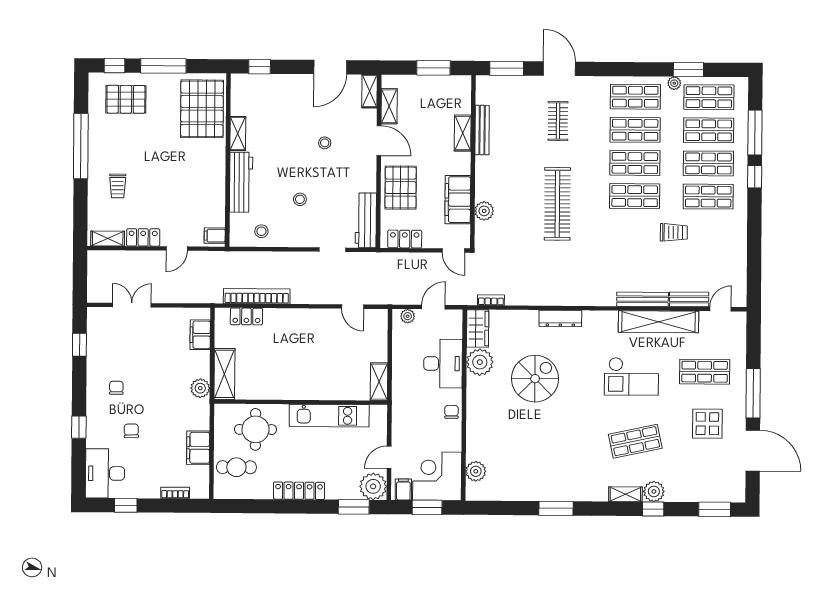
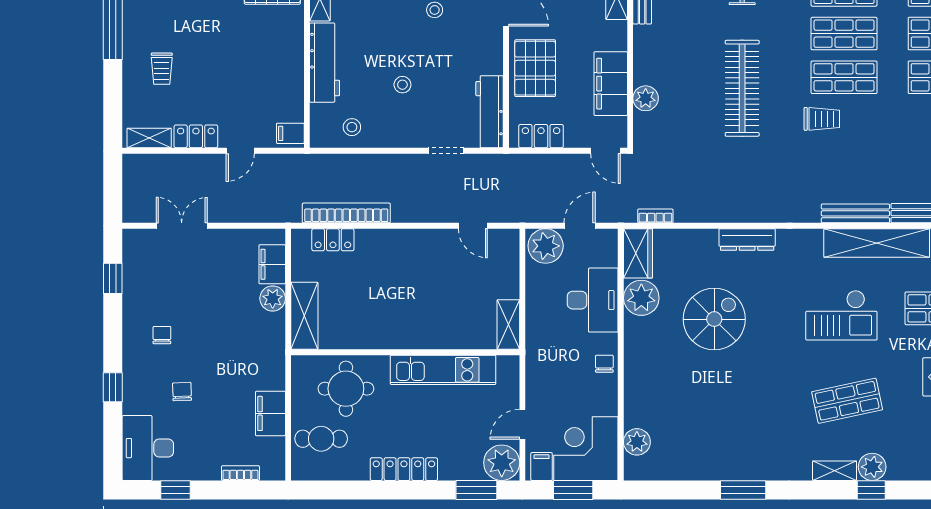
trolley: (674, 232) -> (822, 119), moved
plant: (408, 316) -> (546, 246), width x1.88, depth x1.88
plant: (200, 388) -> (273, 298), moved

